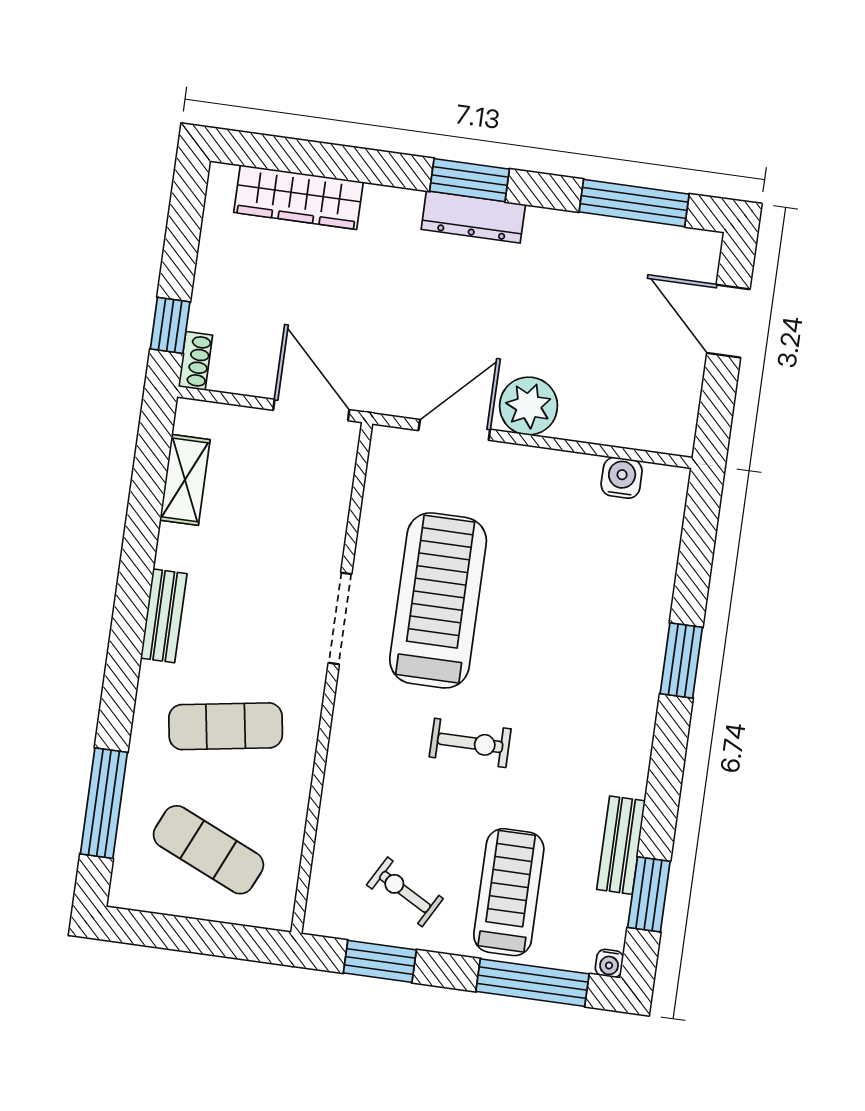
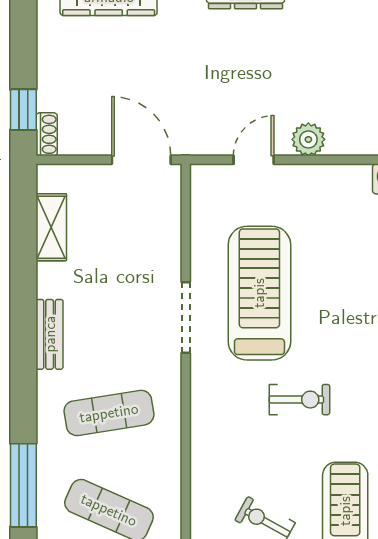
plant: (529, 406) -> (308, 139), width x0.73, depth x0.73
door: (454, 430) -> (254, 160), width x0.73

